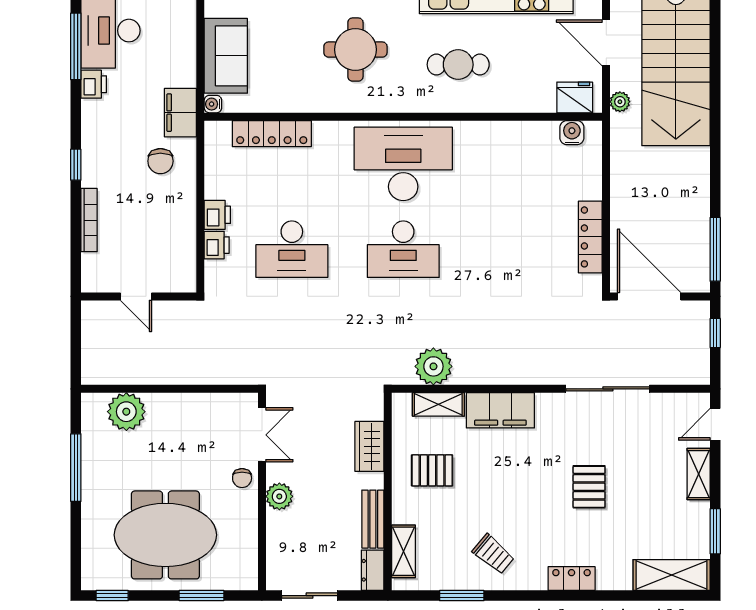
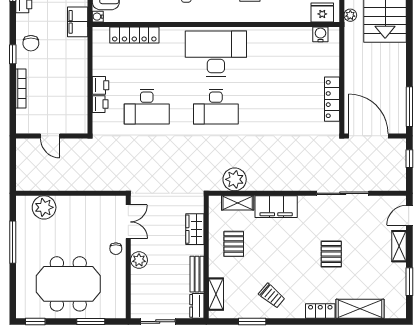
chair: (160, 161) -> (31, 43), moved
pallet: (432, 470) -> (234, 244), turned 90
shelving: (672, 575) -> (360, 309), moved

